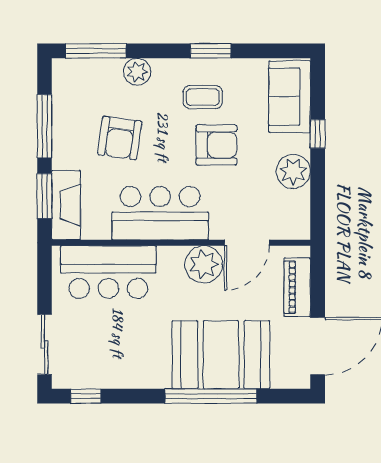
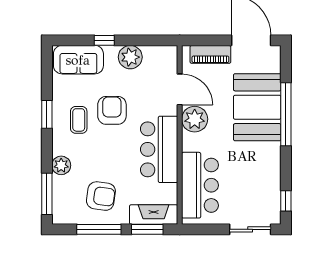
armchair: (120, 138) -> (101, 196), moved

